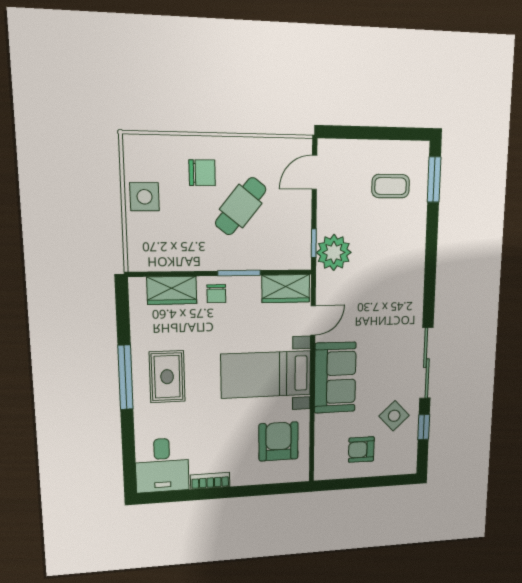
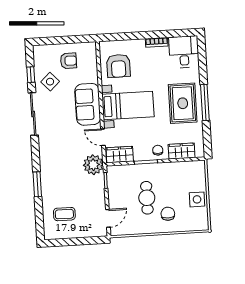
chair: (202, 173) -> (168, 214), turned 90
window: (434, 180) -> (37, 184), moved
cafe table: (241, 206) -> (147, 198), turned -39
plant: (334, 252) -> (93, 165), moved
door: (313, 320) -> (103, 137), hinge flipped
rug: (167, 377) -> (183, 103), width x1.36, depth x1.43

